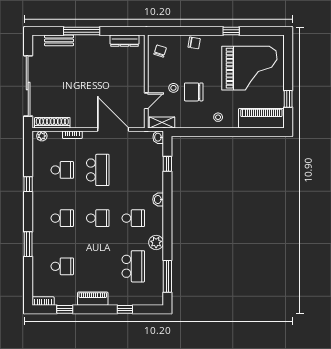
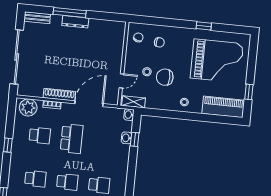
bench: (59, 40) -> (37, 18), moved
dresser: (125, 41) -> (75, 22), moved
chair: (194, 43) -> (159, 42), moved
shoe rack: (52, 123) -> (59, 95), moved
door: (113, 129) -> (89, 104), hinge flipped
plant: (42, 136) -> (28, 107), width x1.88, depth x1.88
washbasin: (158, 199) -> (126, 138), moved

